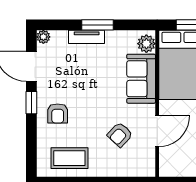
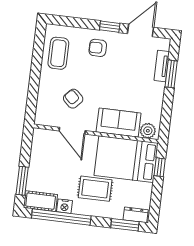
window: (97, 25) -> (171, 74), moved
plant: (43, 37) -> (164, 44), removed
tv unit: (87, 37) -> (162, 66), moved

